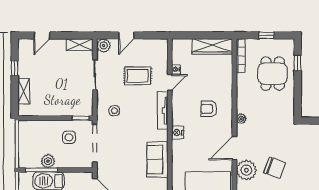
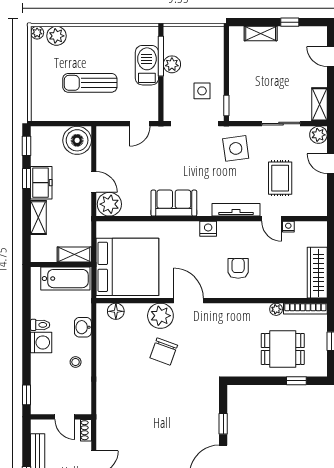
side table: (114, 111) -> (236, 148), width x1.87, depth x1.87
plant: (241, 119) -> (276, 309), moved

